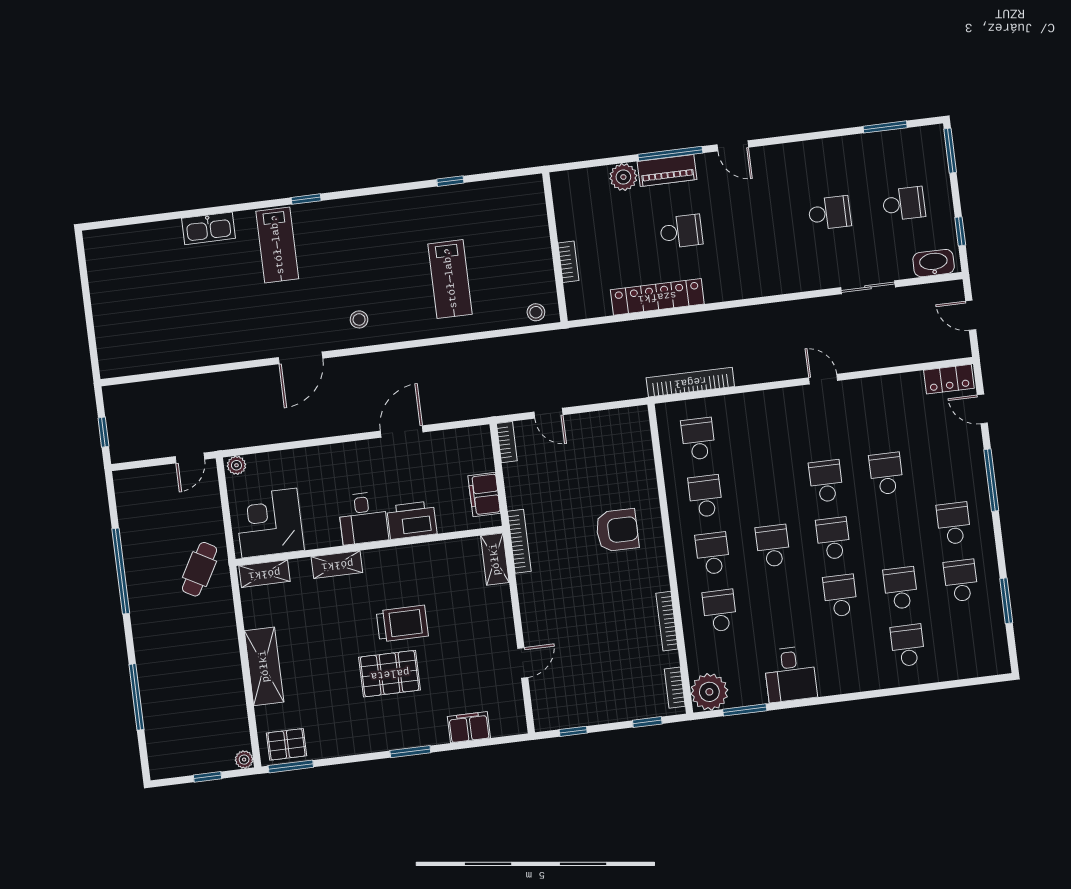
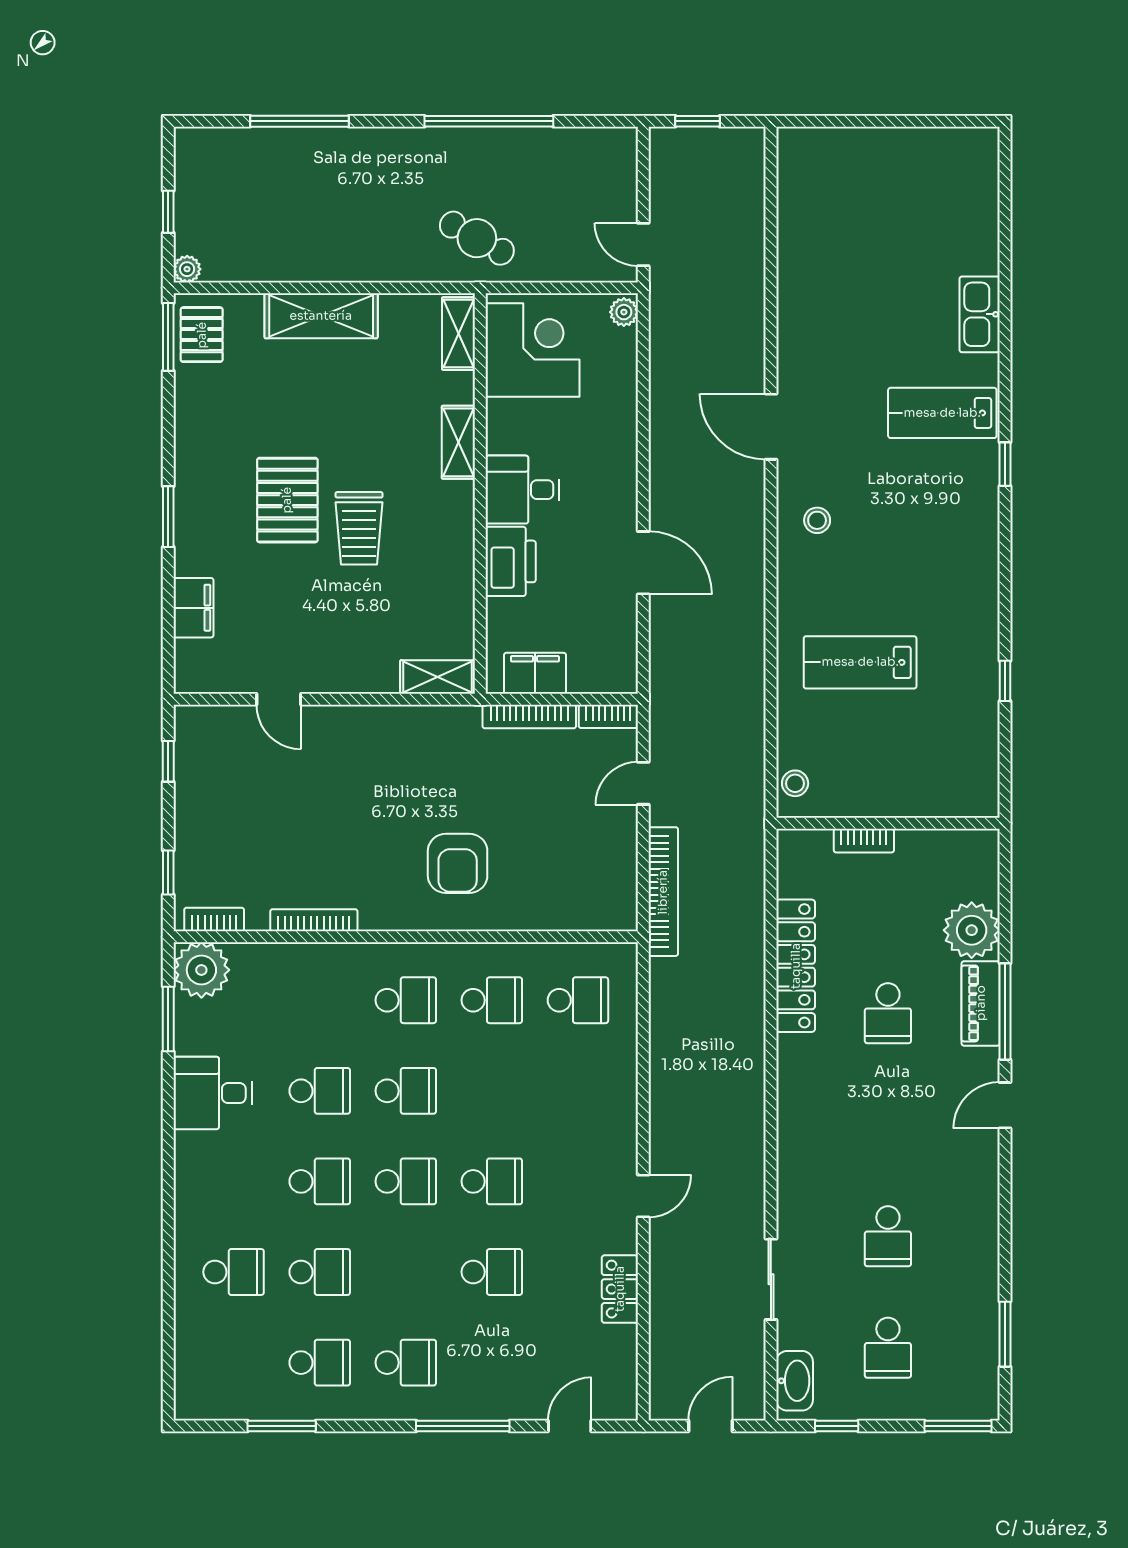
plant: (623, 177) -> (972, 930), width x1.36, depth x1.36
locker: (949, 379) -> (620, 1289), moved
bookcase: (690, 382) -> (663, 892), moved
bookcase: (519, 541) -> (529, 716), moved
school desk: (720, 611) -> (320, 1091), moved

